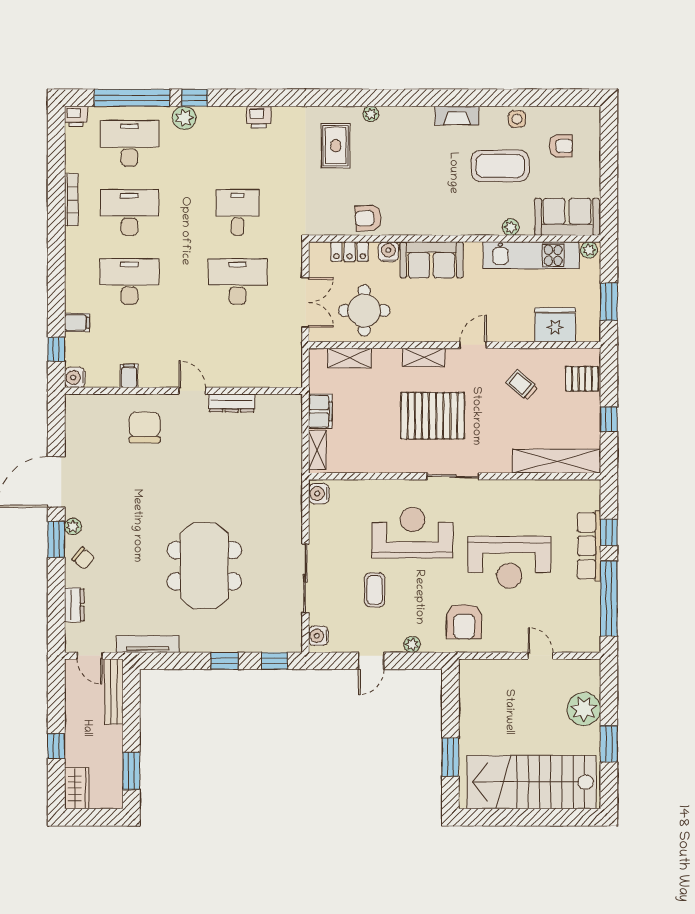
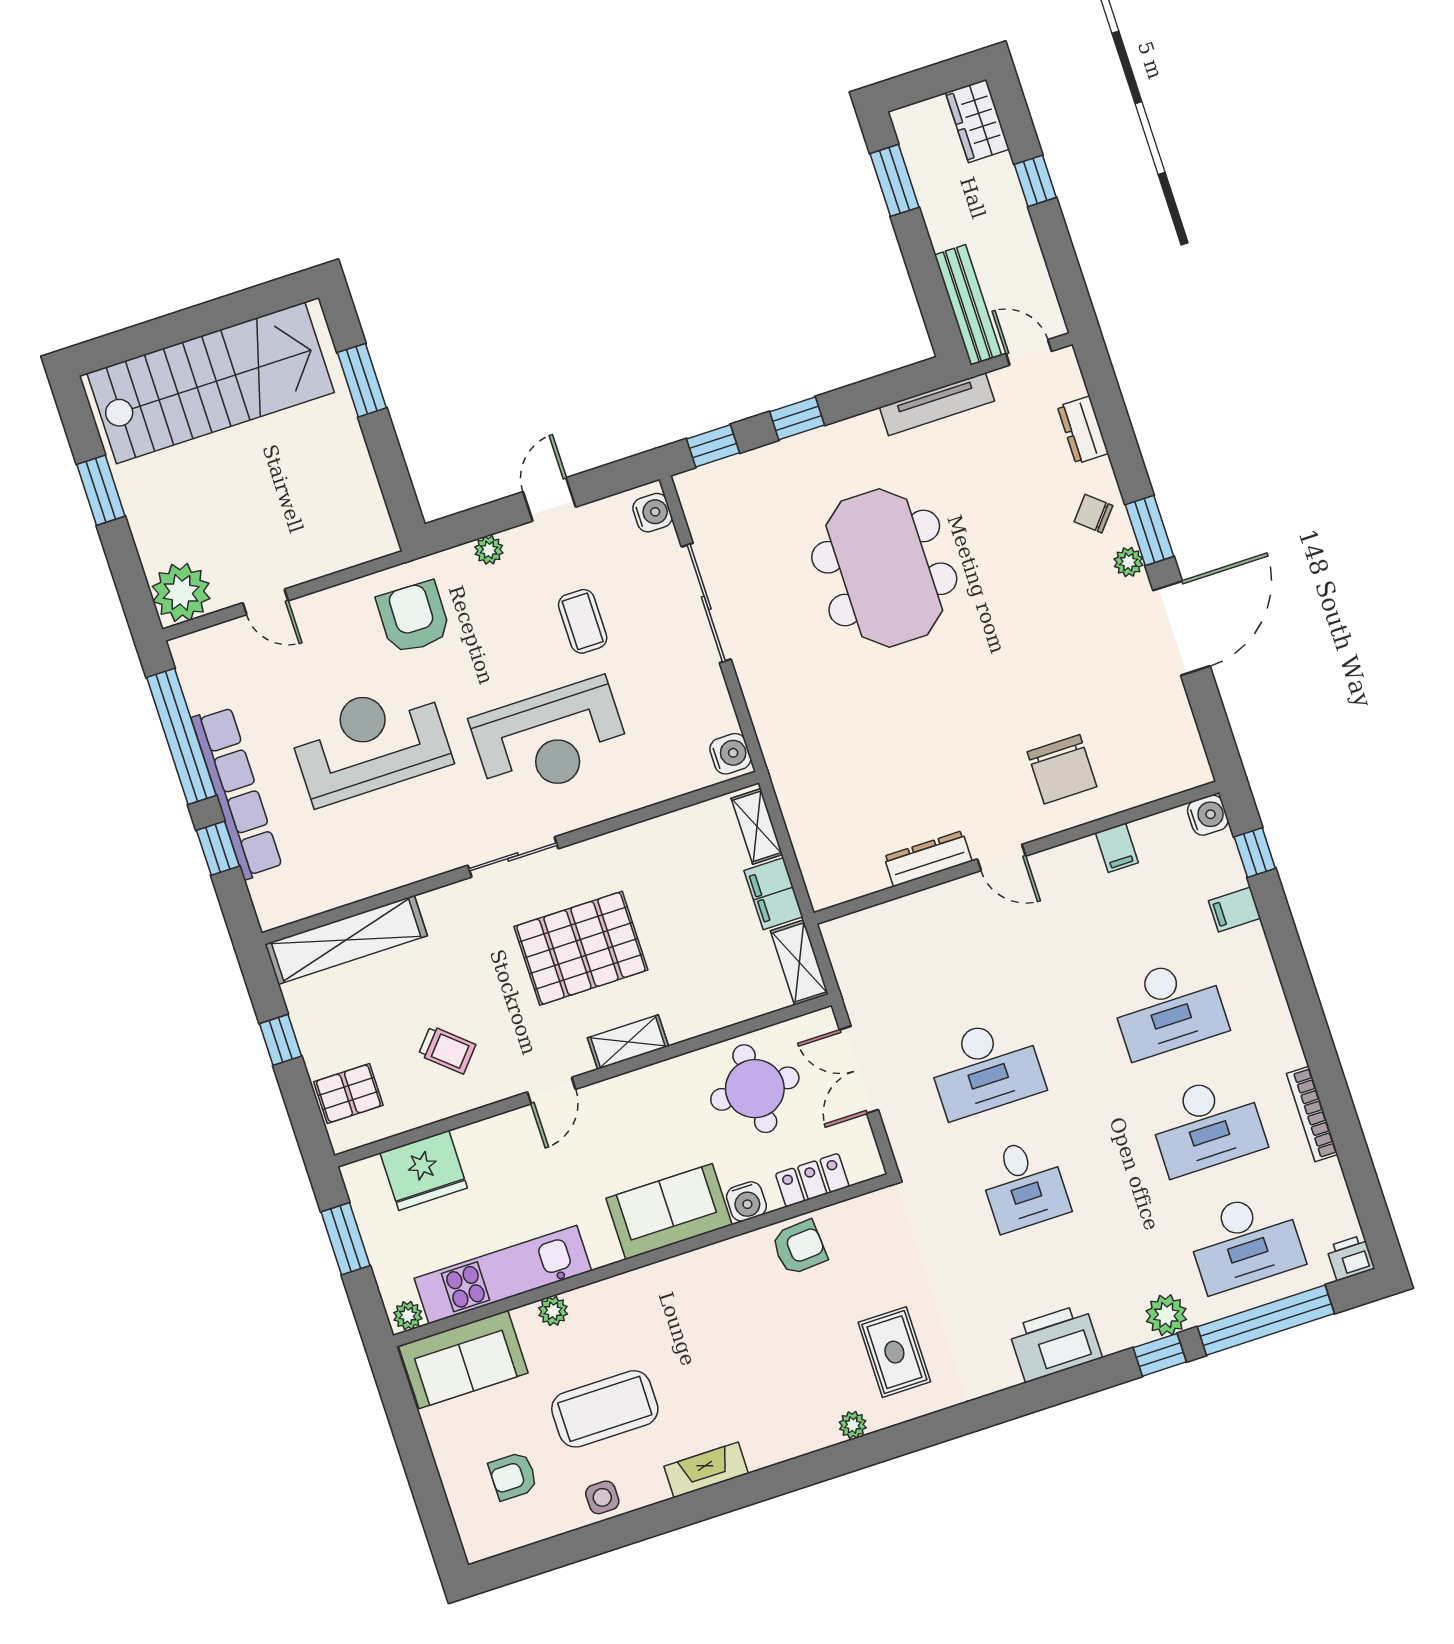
printer: (259, 117) -> (1055, 1343), width x1.87, depth x1.48
shelving: (349, 358) -> (799, 962), moved, turned 90
row of seats: (589, 546) -> (237, 793), width x1.36
plant: (584, 709) -> (181, 592), moved

